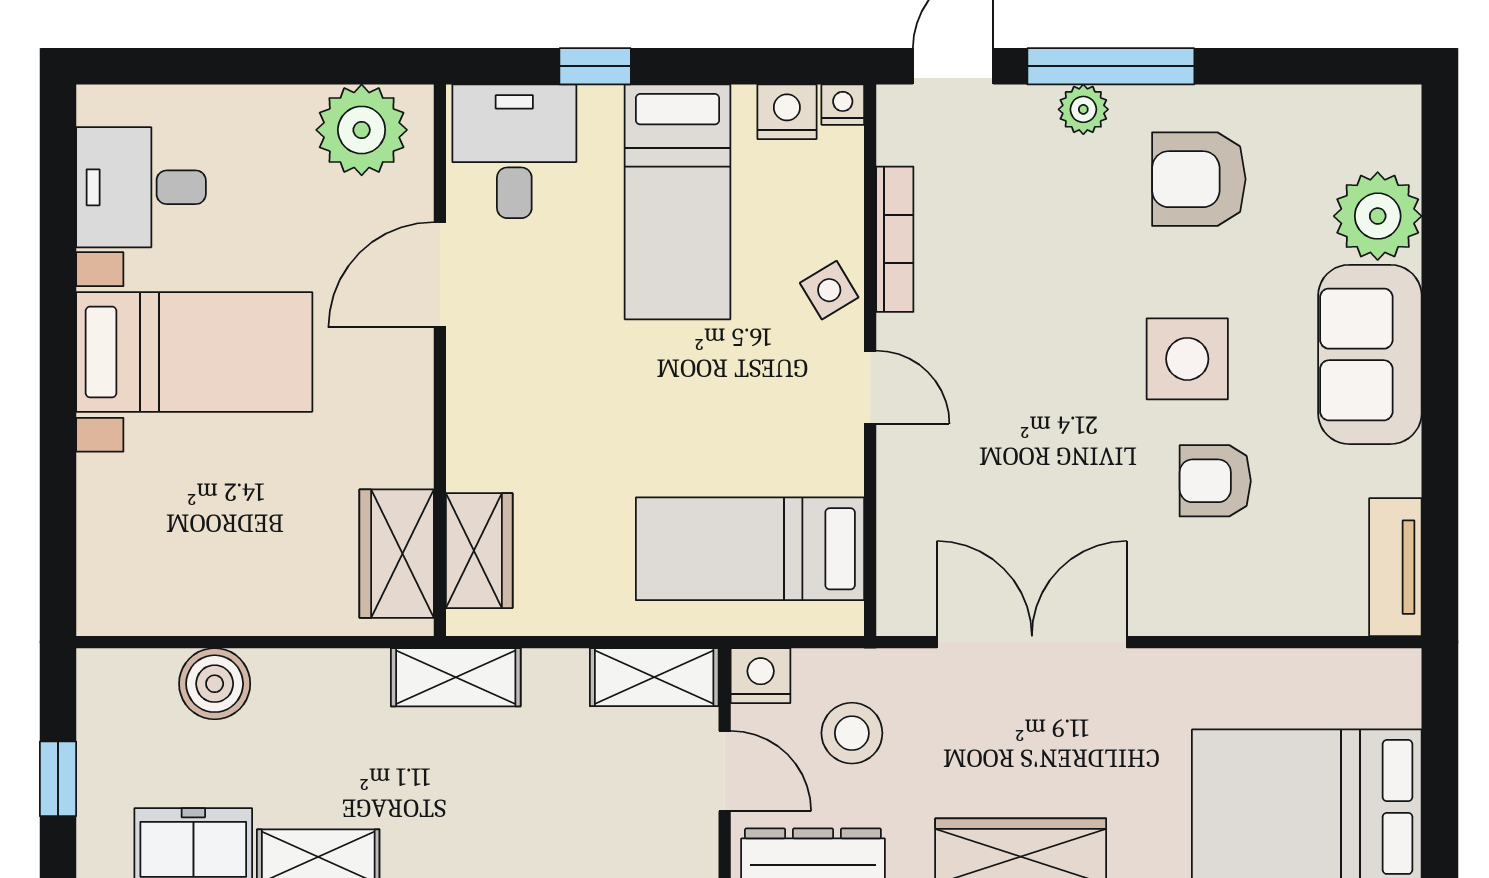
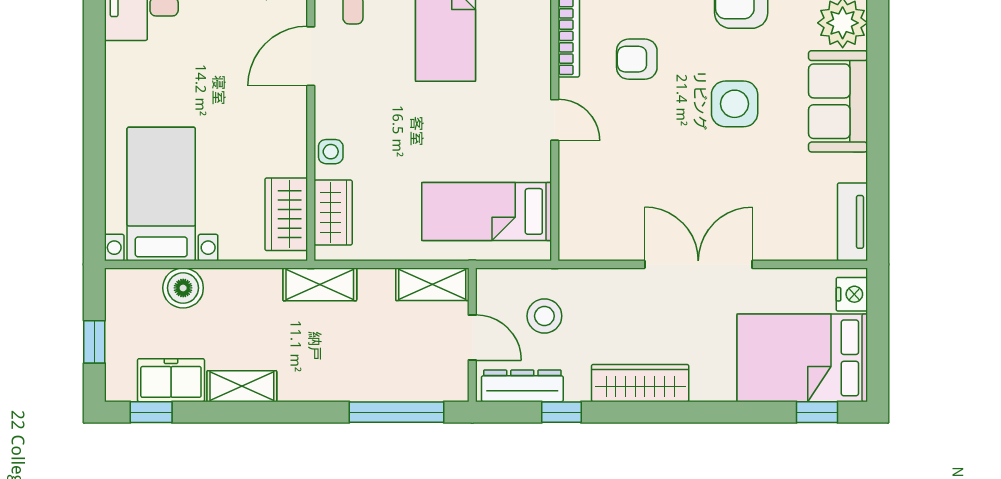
side table: (829, 290) -> (331, 152), moved, turned 31
bed with nightstands: (194, 352) -> (161, 194), moved, turned -90
armchair: (1215, 481) -> (637, 59), moved
double door: (1032, 642) -> (698, 264), moved
nightstand: (761, 676) -> (852, 294), moved, turned 90

